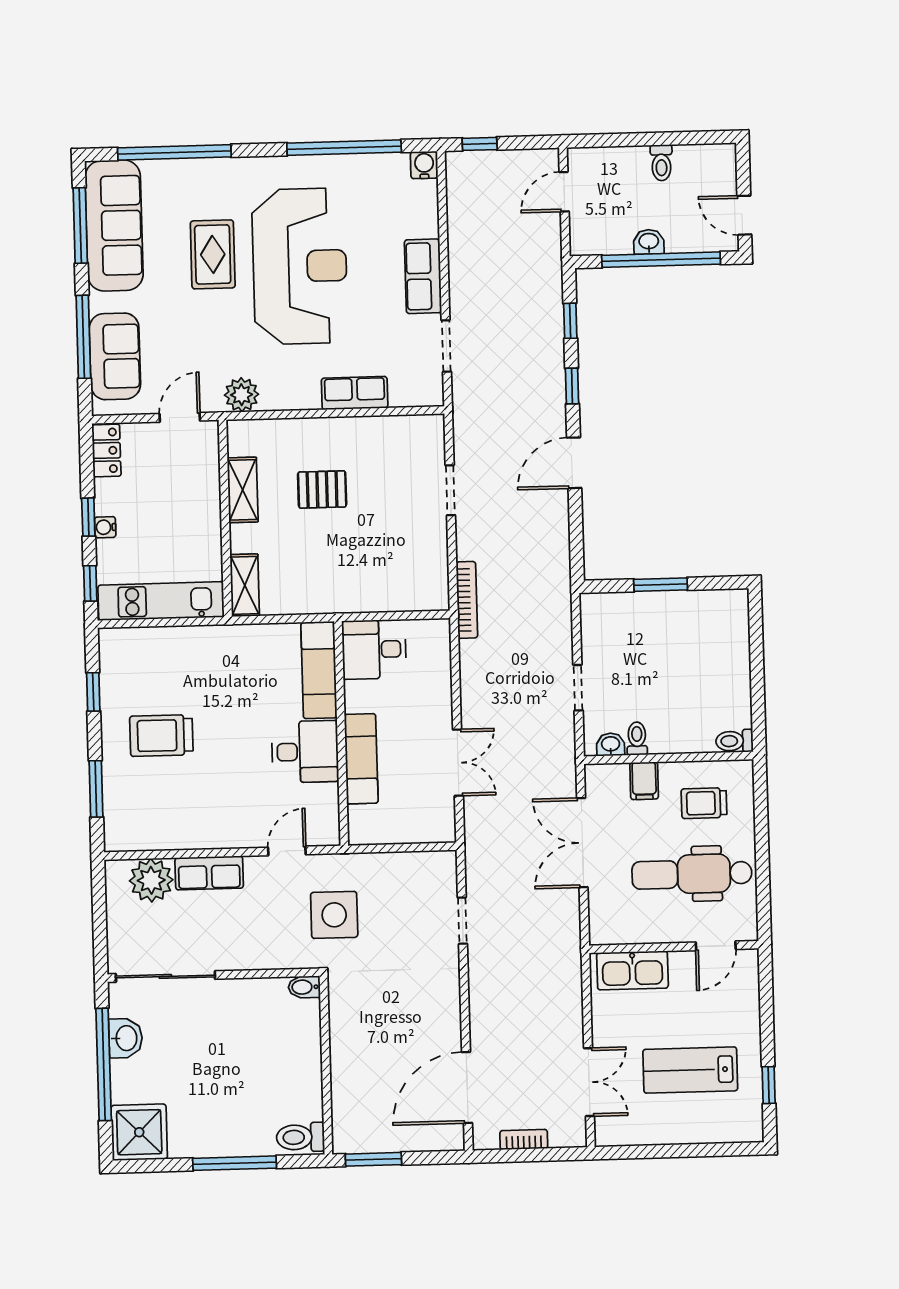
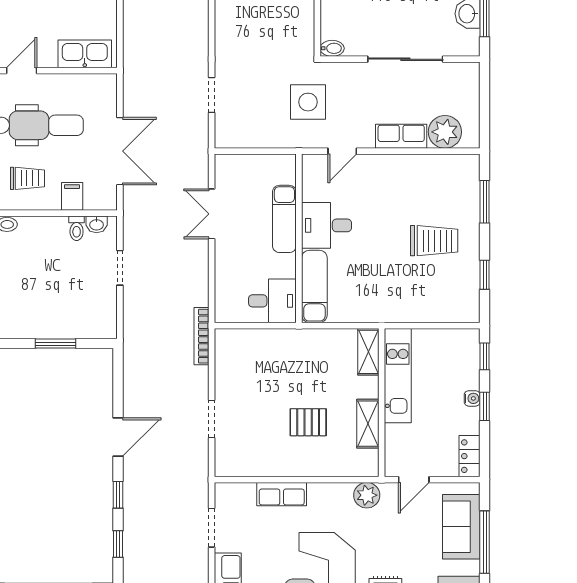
kitchen unit: (161, 601) -> (398, 376), moved, turned -90
sliding door: (165, 976) -> (405, 59), moved

